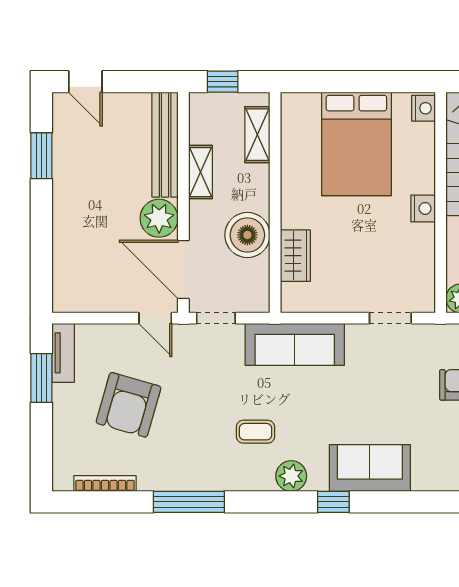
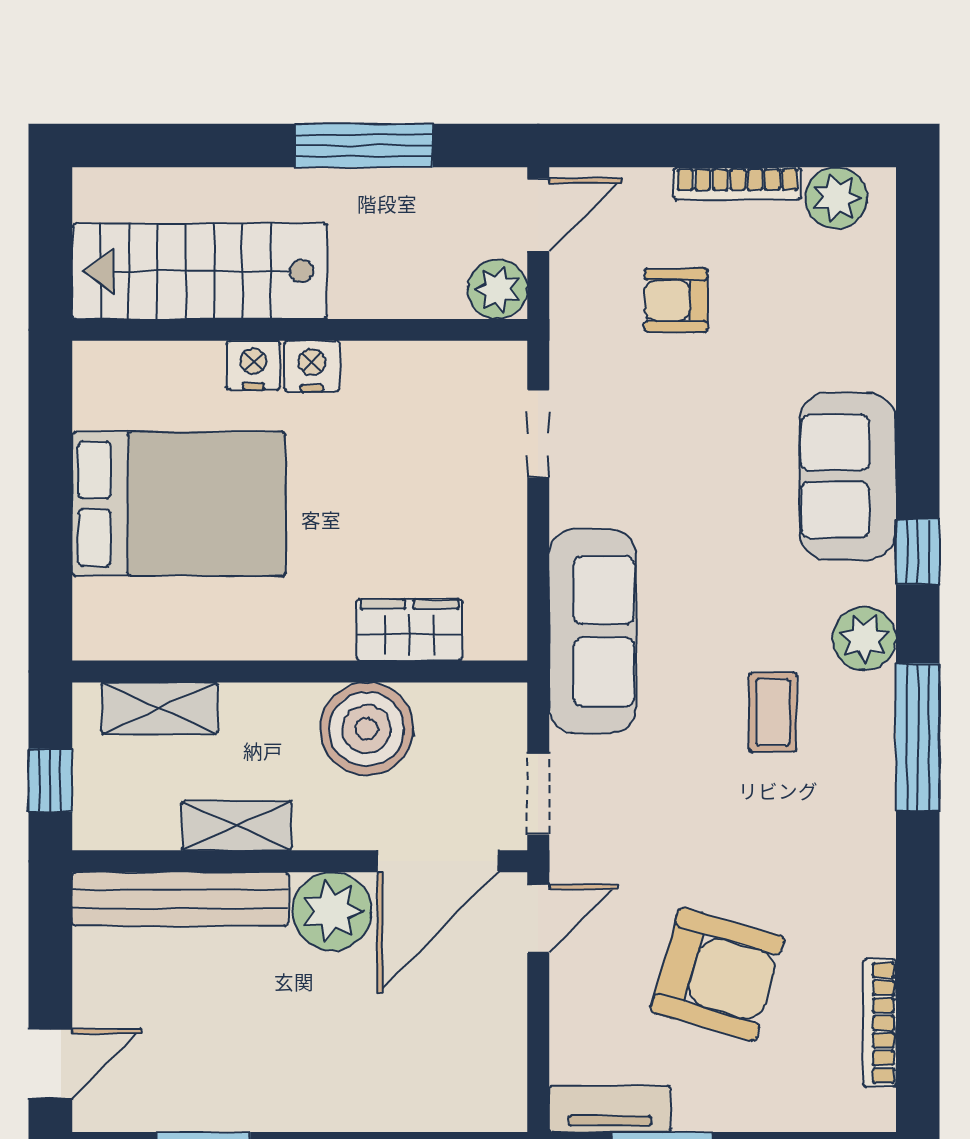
nightstand: (424, 108) -> (253, 365), moved
window: (189, 502) -> (918, 737), moved

